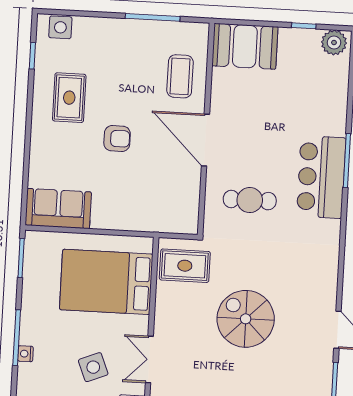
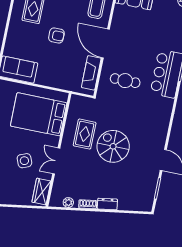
fireplace: (188, 195) -> (91, 73), added
rug: (185, 266) -> (85, 134), moved, turned 90

